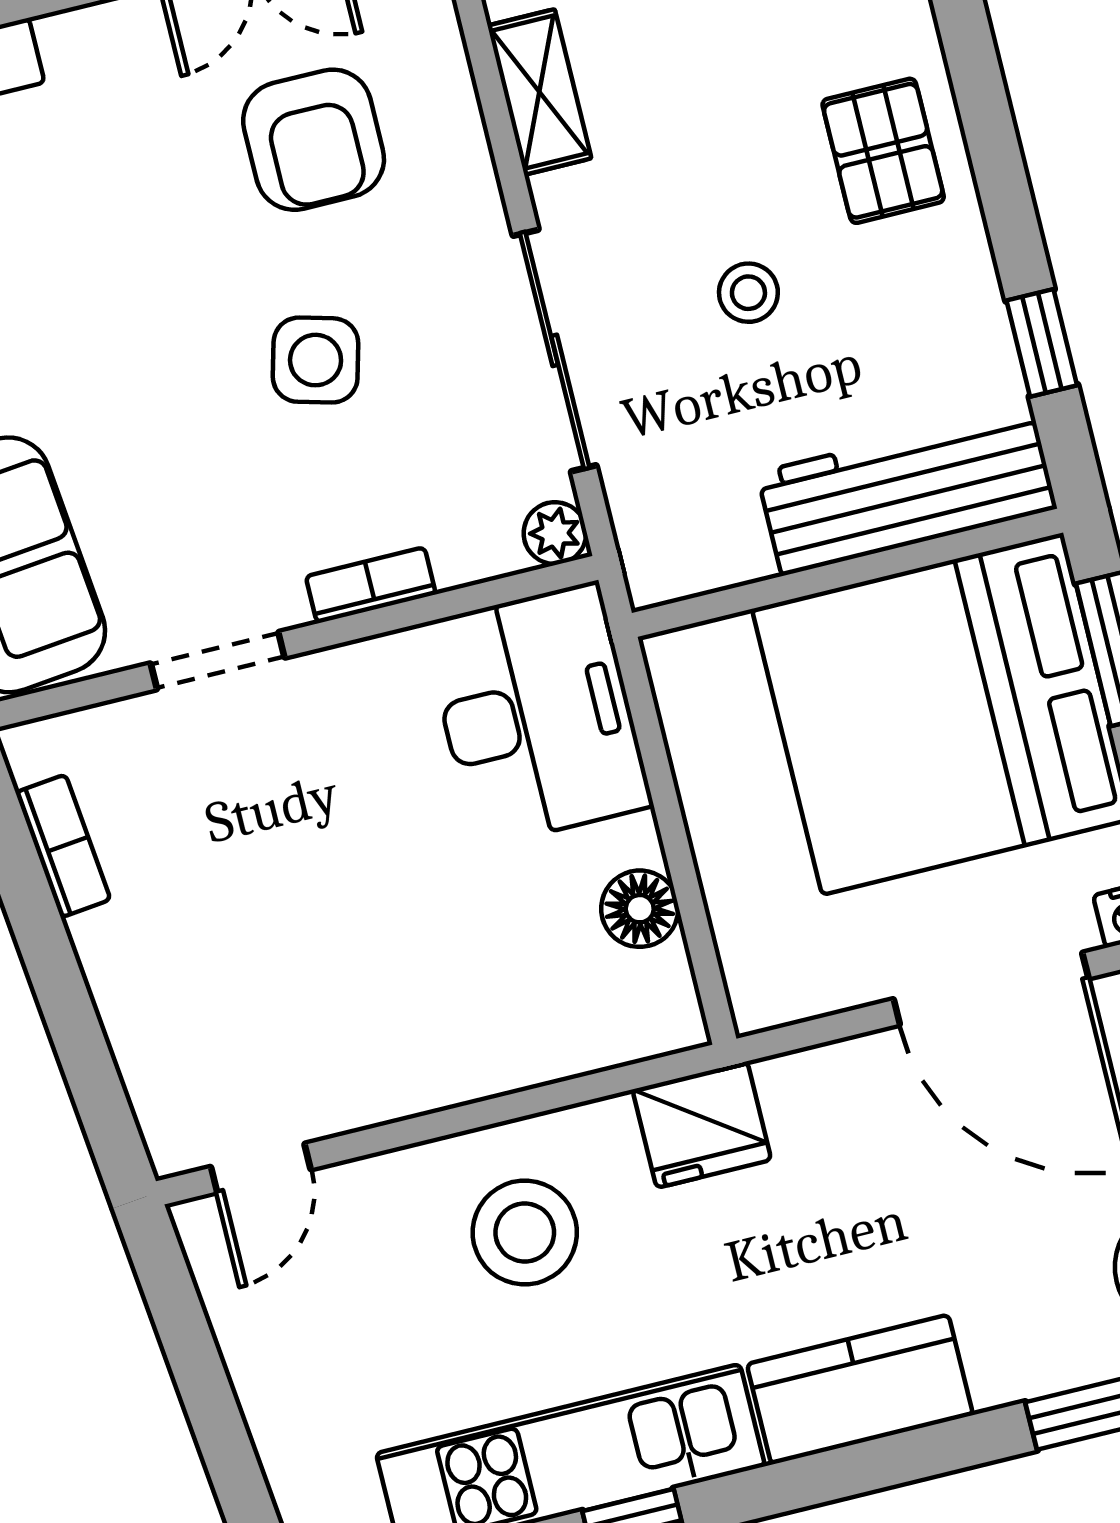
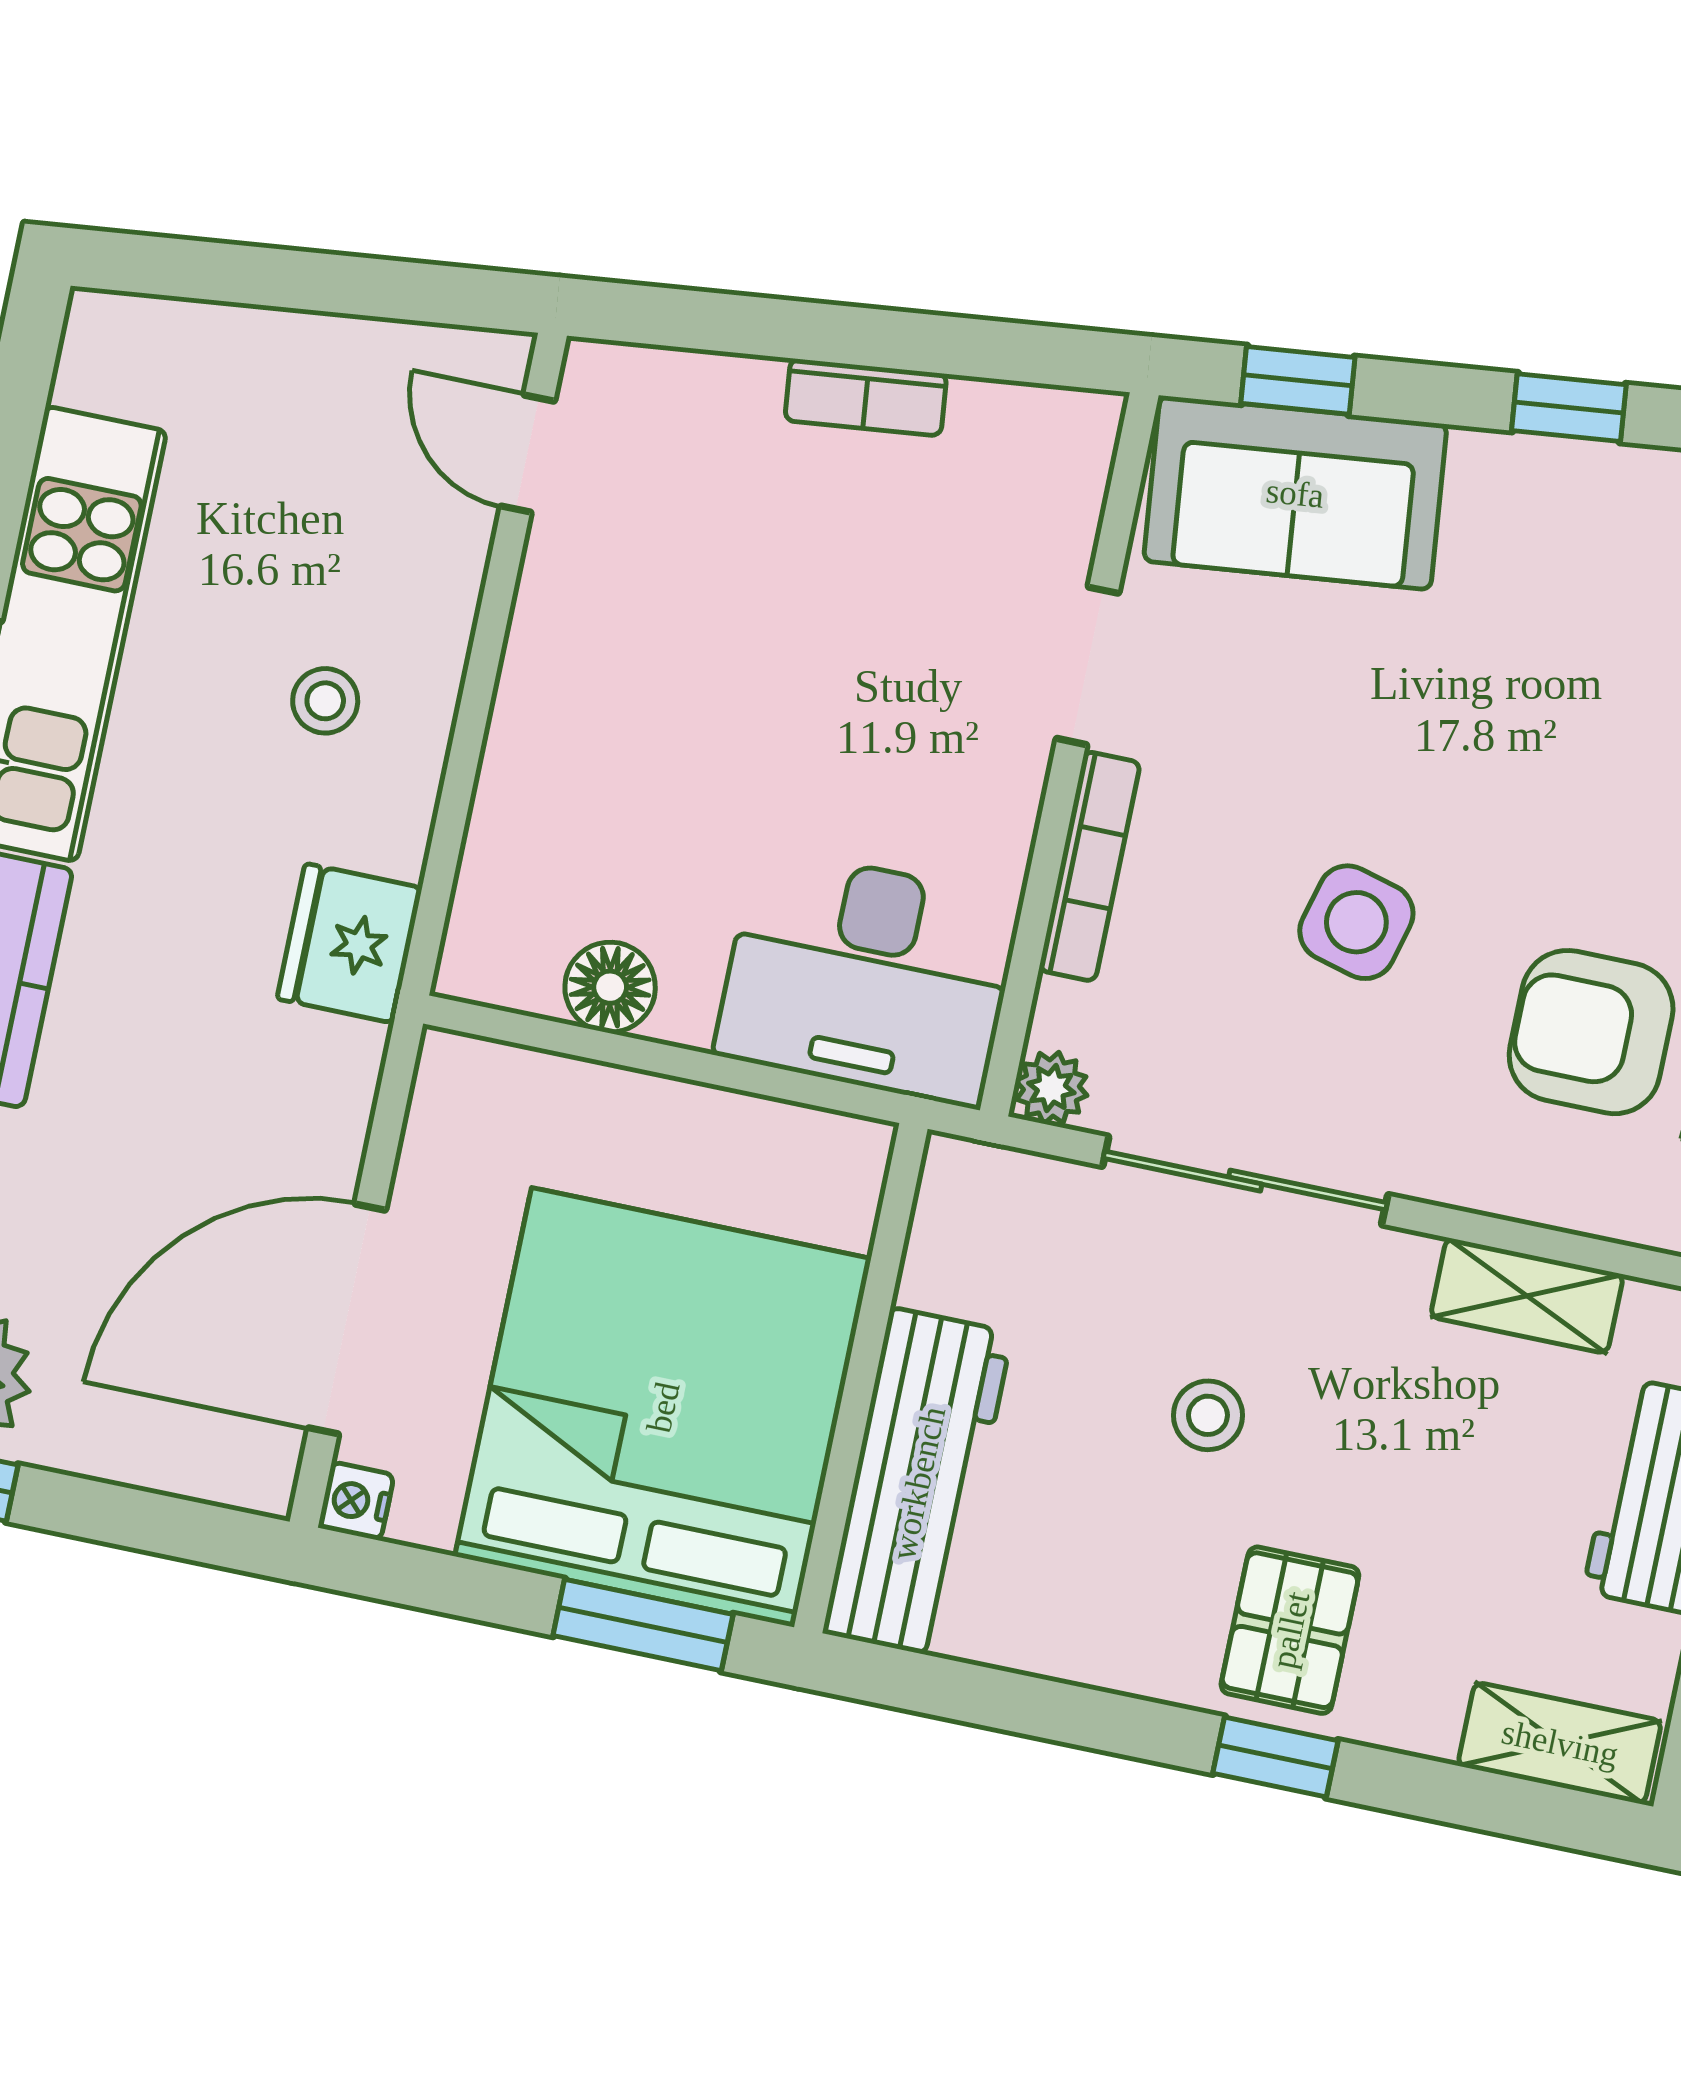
pallet: (883, 151) -> (1290, 1630), turned 90
window: (1042, 343) -> (1275, 1757), moved
bookcase: (371, 585) -> (1090, 866), width x1.56
bookcase: (63, 846) -> (866, 397), moved
stool: (525, 1233) -> (325, 701), width x0.53, depth x0.53

